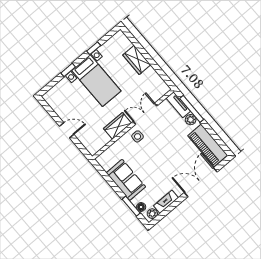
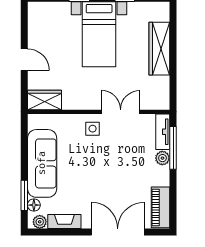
wardrobe: (137, 60) -> (159, 49), width x1.50
wardrobe: (118, 126) -> (45, 100), moved
piano: (208, 145) -> (160, 207), width x0.73, depth x0.75
sofa: (126, 180) -> (42, 163), width x1.36

